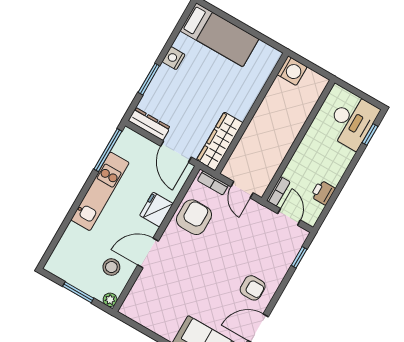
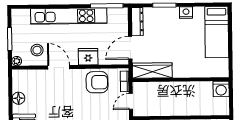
kitchen unit: (100, 191) -> (69, 16), width x1.36
floor lamp: (157, 324) -> (19, 98), added

